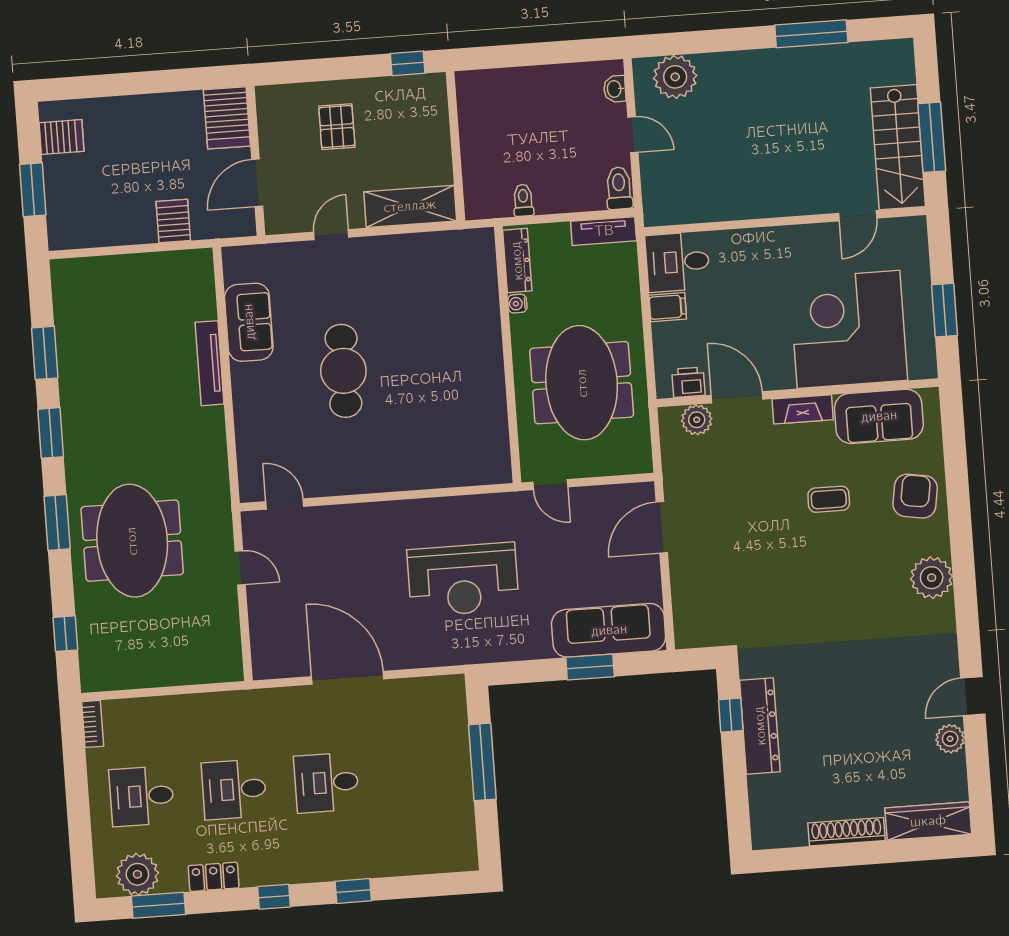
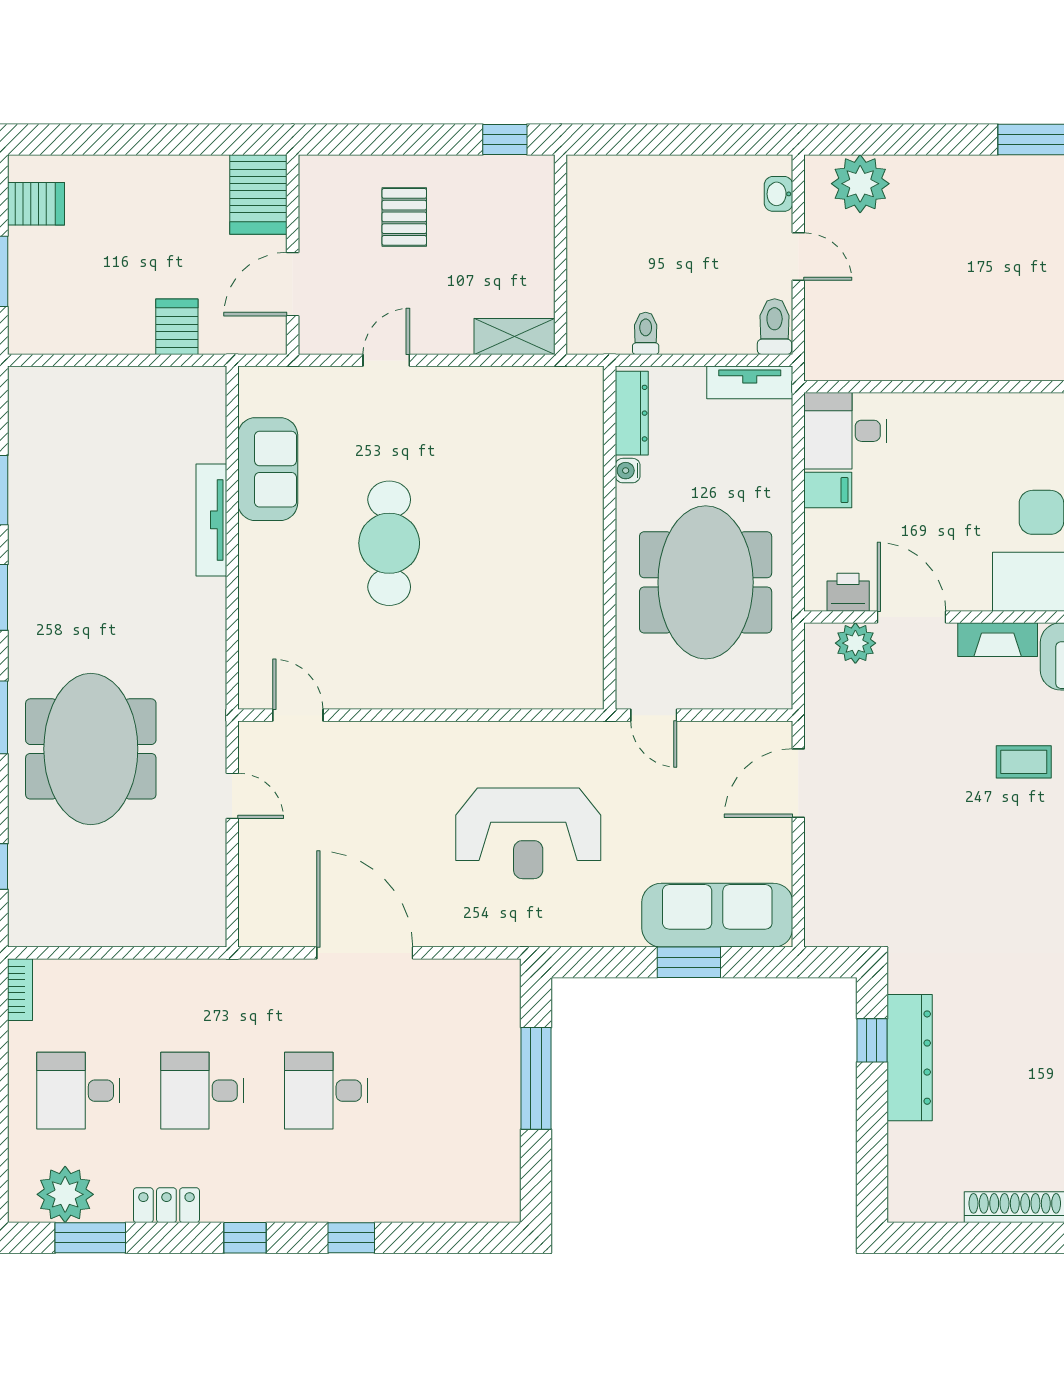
shelving: (410, 206) -> (515, 337), width x0.67, depth x0.75

